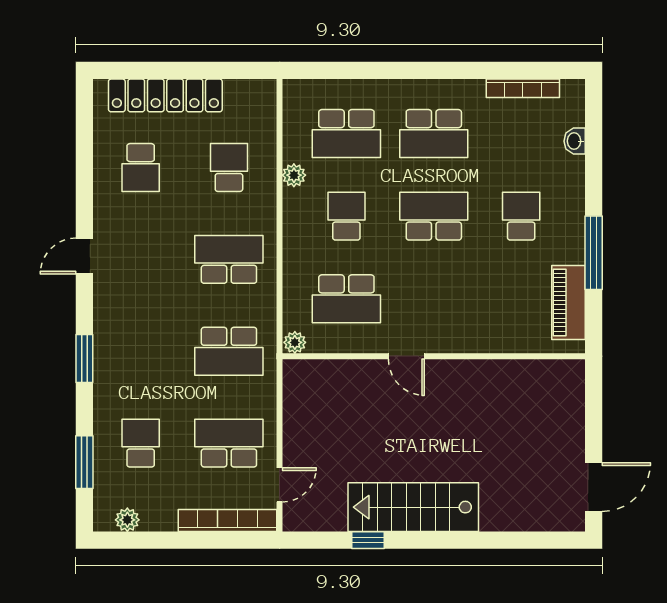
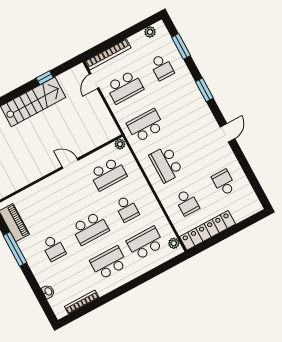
locker: (165, 95) -> (208, 230), moved
plant: (294, 175) -> (174, 243), moved
school desk: (229, 259) -> (166, 164), turned 90
school desk: (346, 299) -> (108, 174), turned 180

